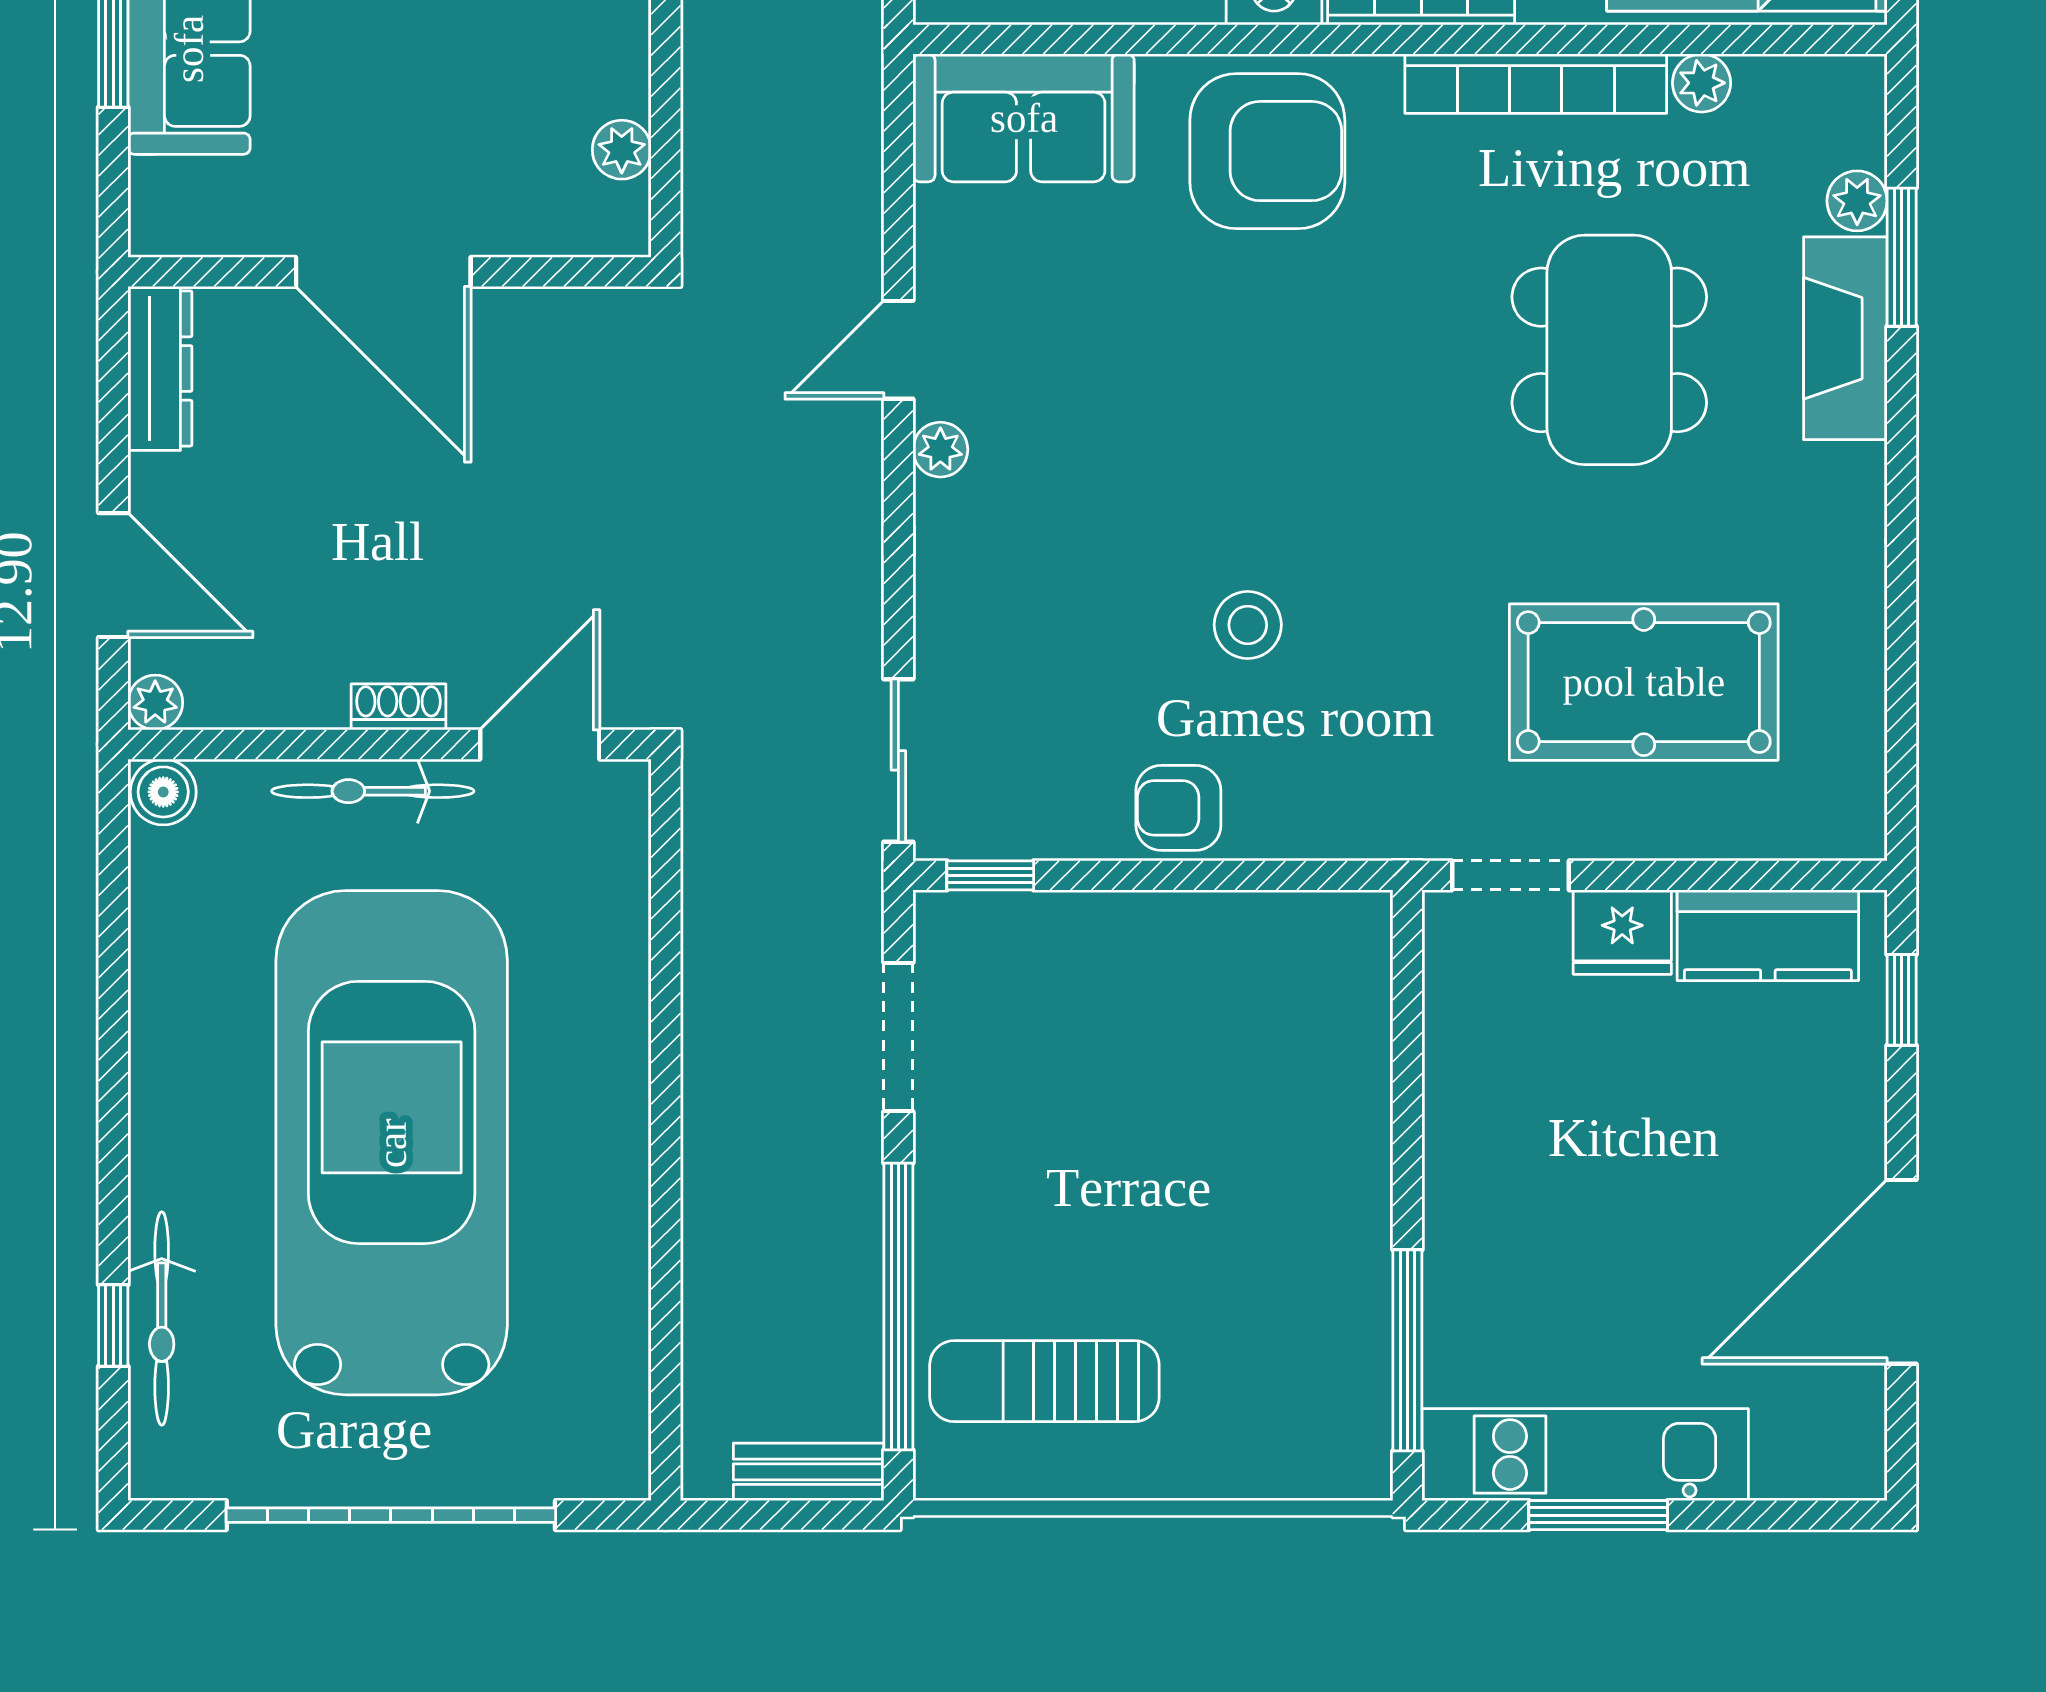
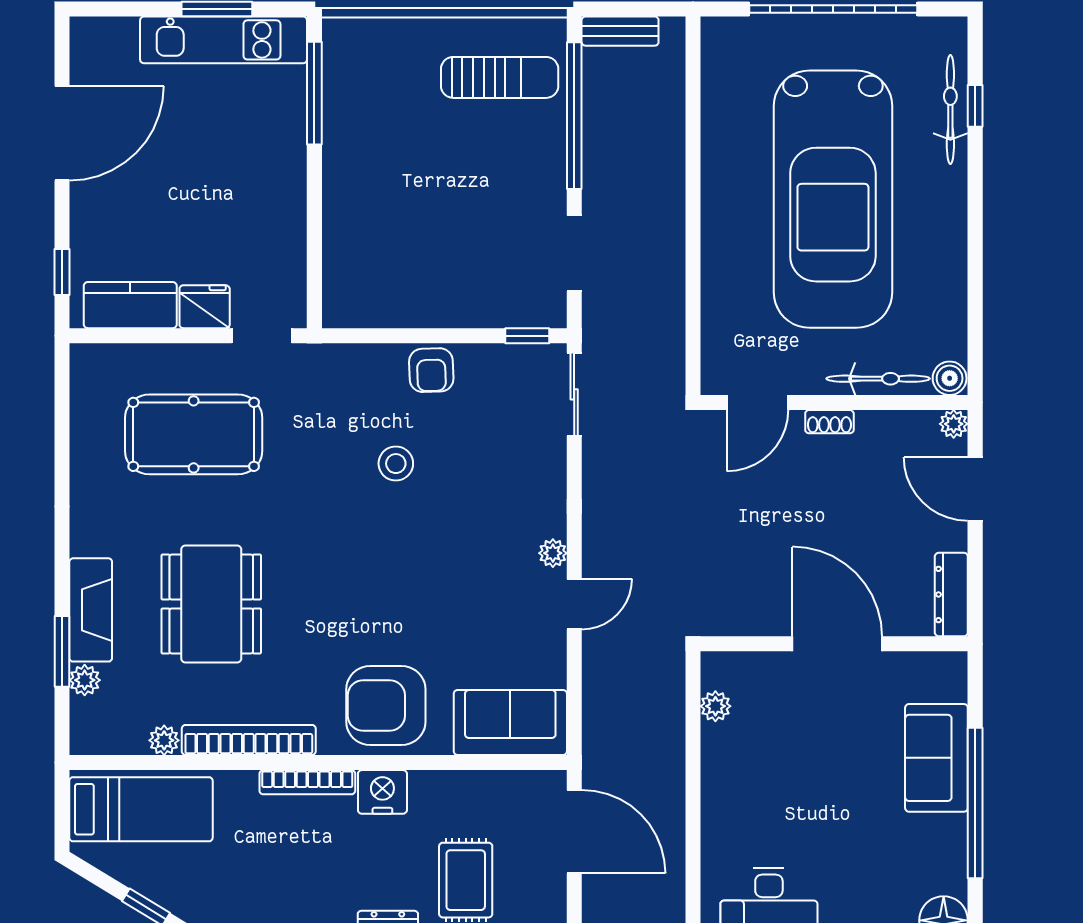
bicycle: (373, 791) -> (878, 379), moved
armchair: (1178, 808) -> (431, 370), turned 88

